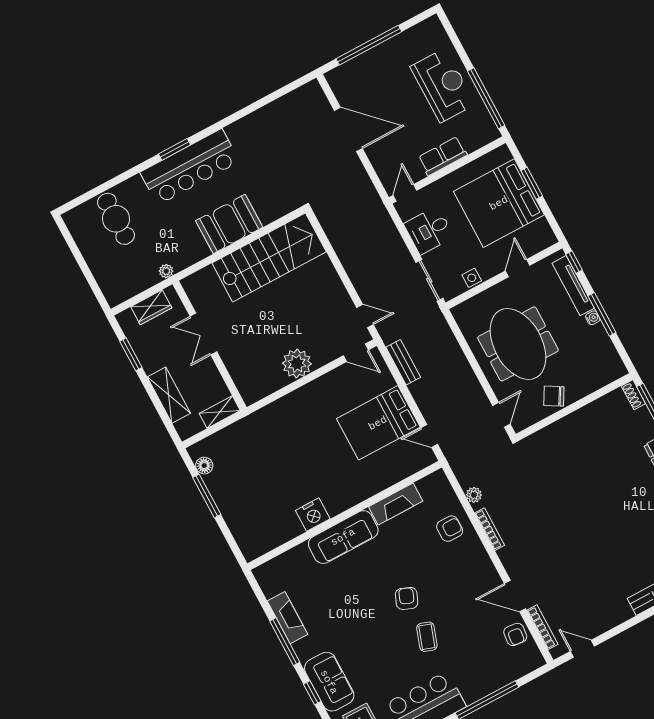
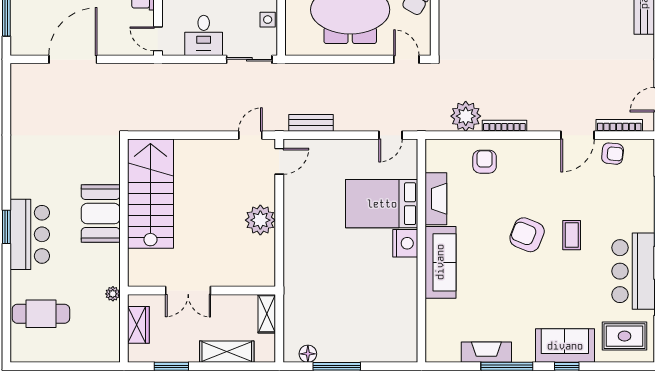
bar counter: (190, 167) -> (30, 234), width x0.73
bed: (378, 423) -> (382, 204), moved, turned 90
plant: (474, 495) -> (466, 116), width x1.88, depth x1.88
nightstand: (313, 515) -> (405, 243), moved
armchair: (407, 598) -> (527, 235), width x1.38, depth x1.38
coffee table: (427, 637) -> (572, 235), turned 71

